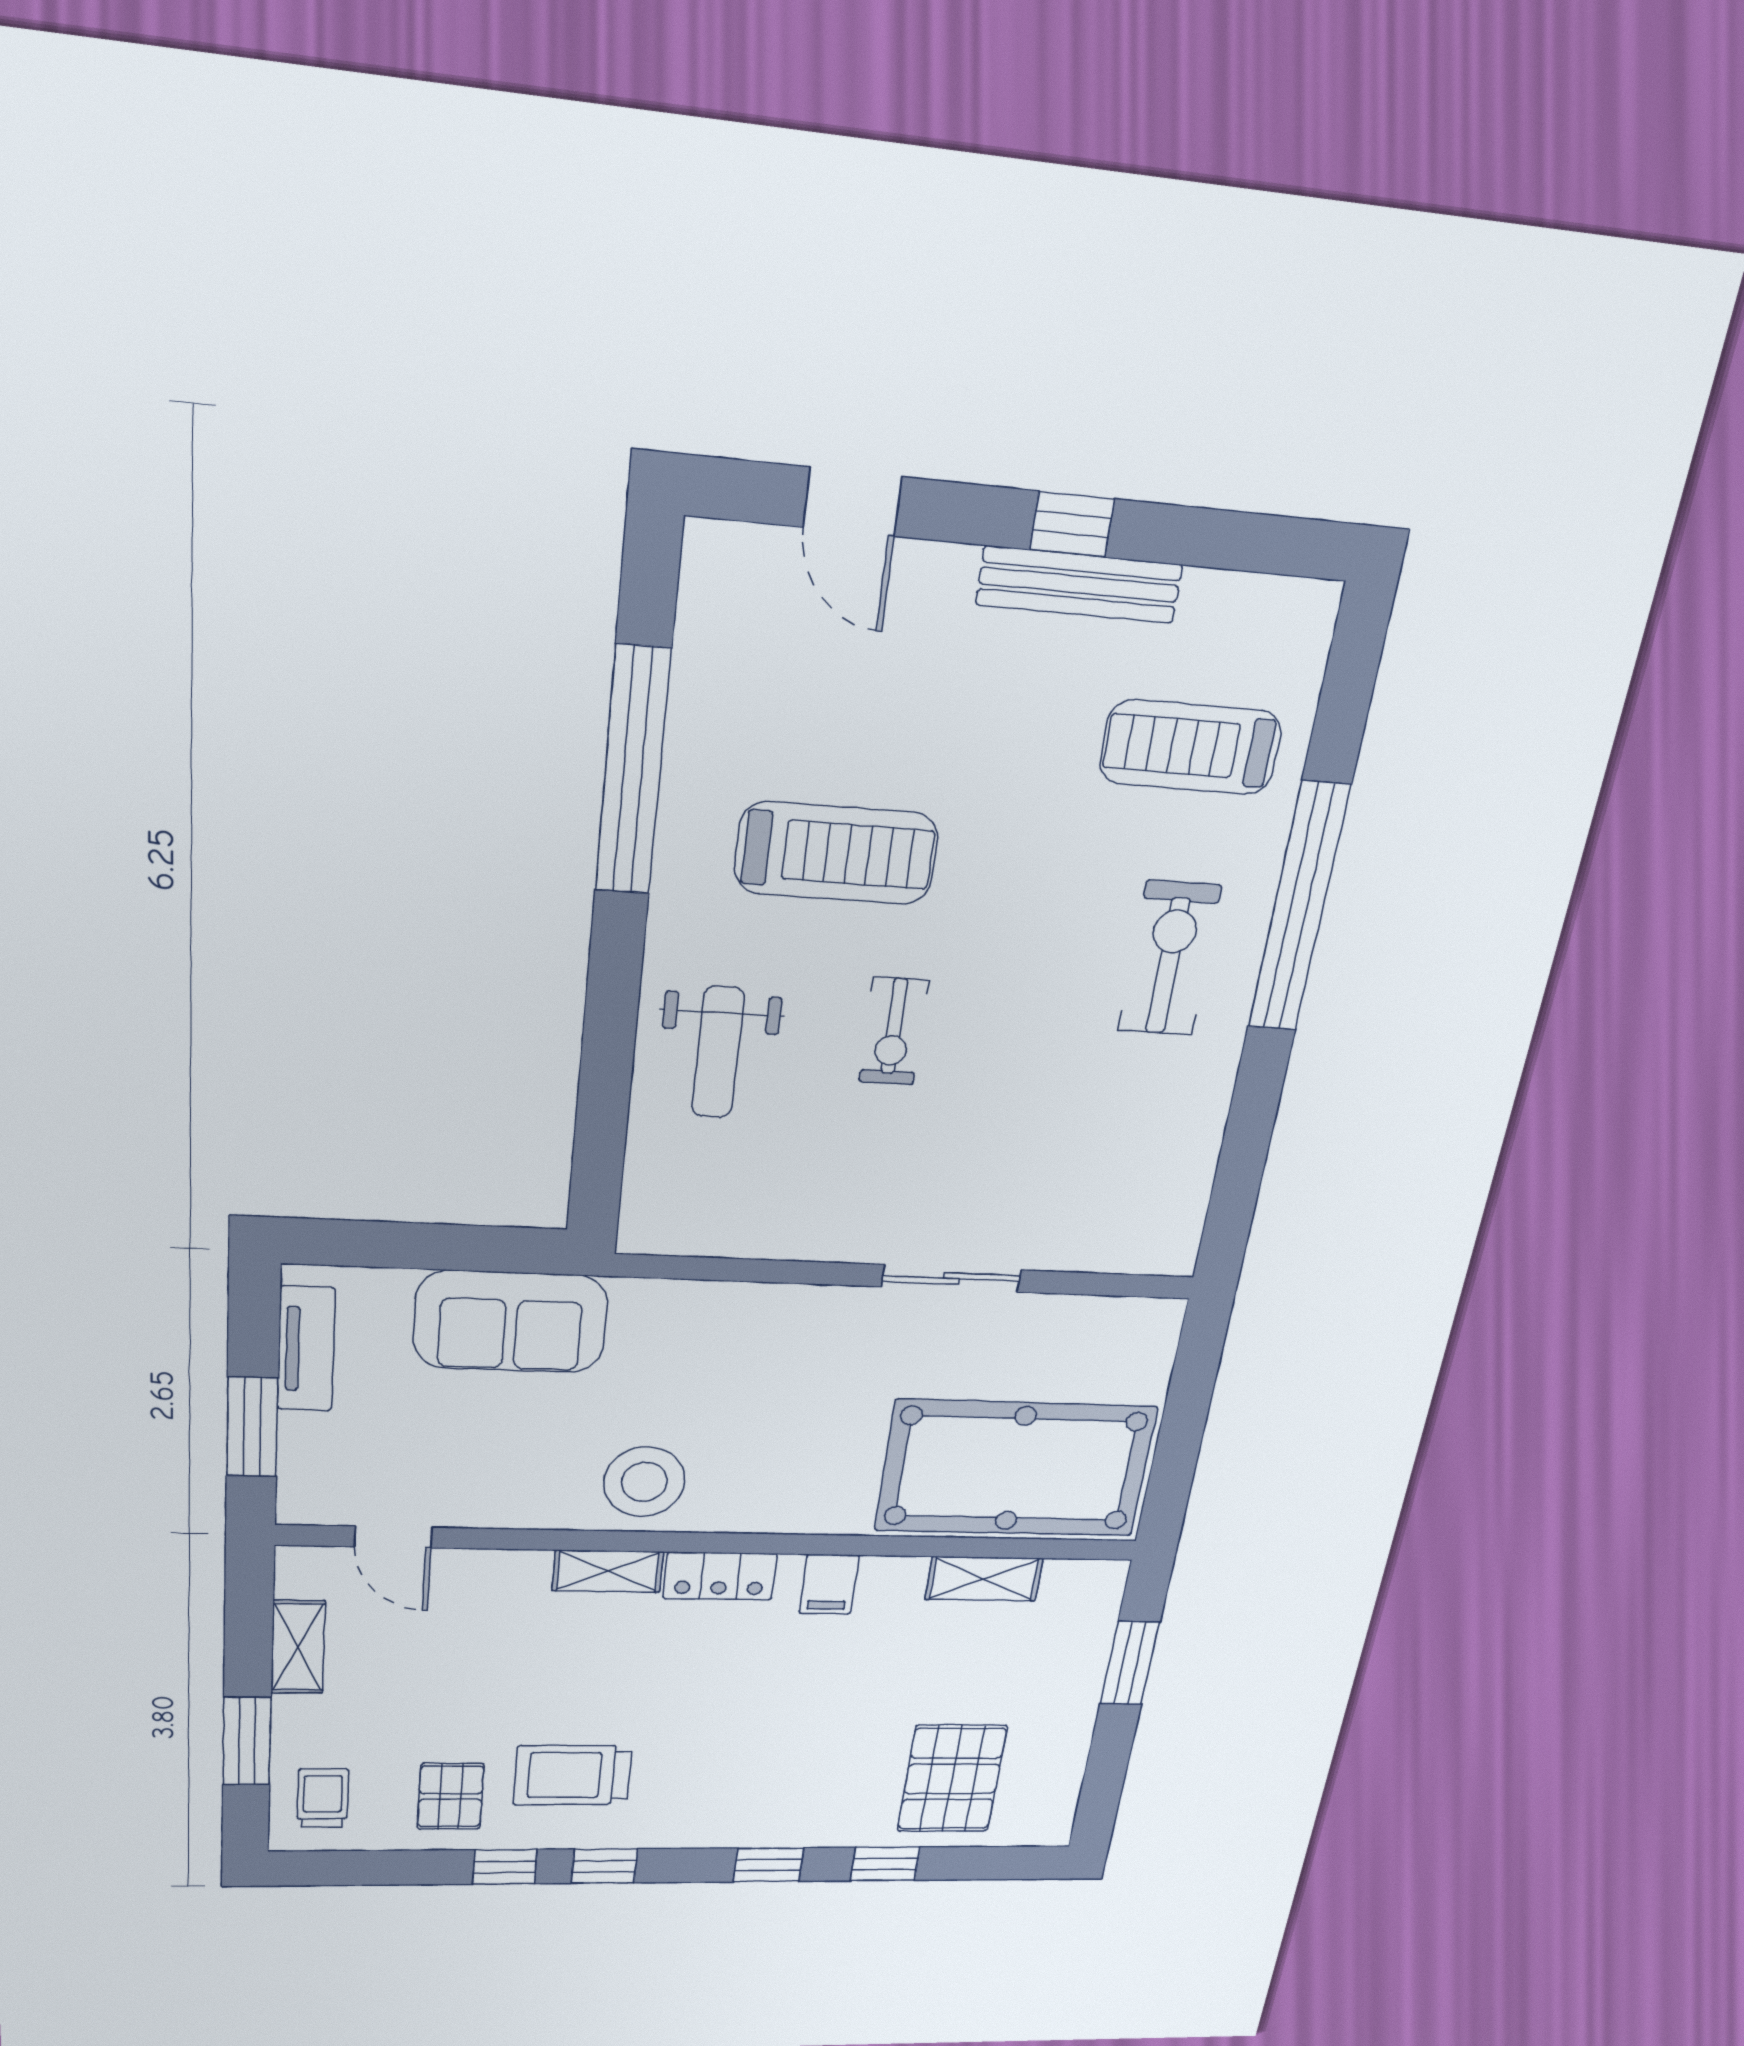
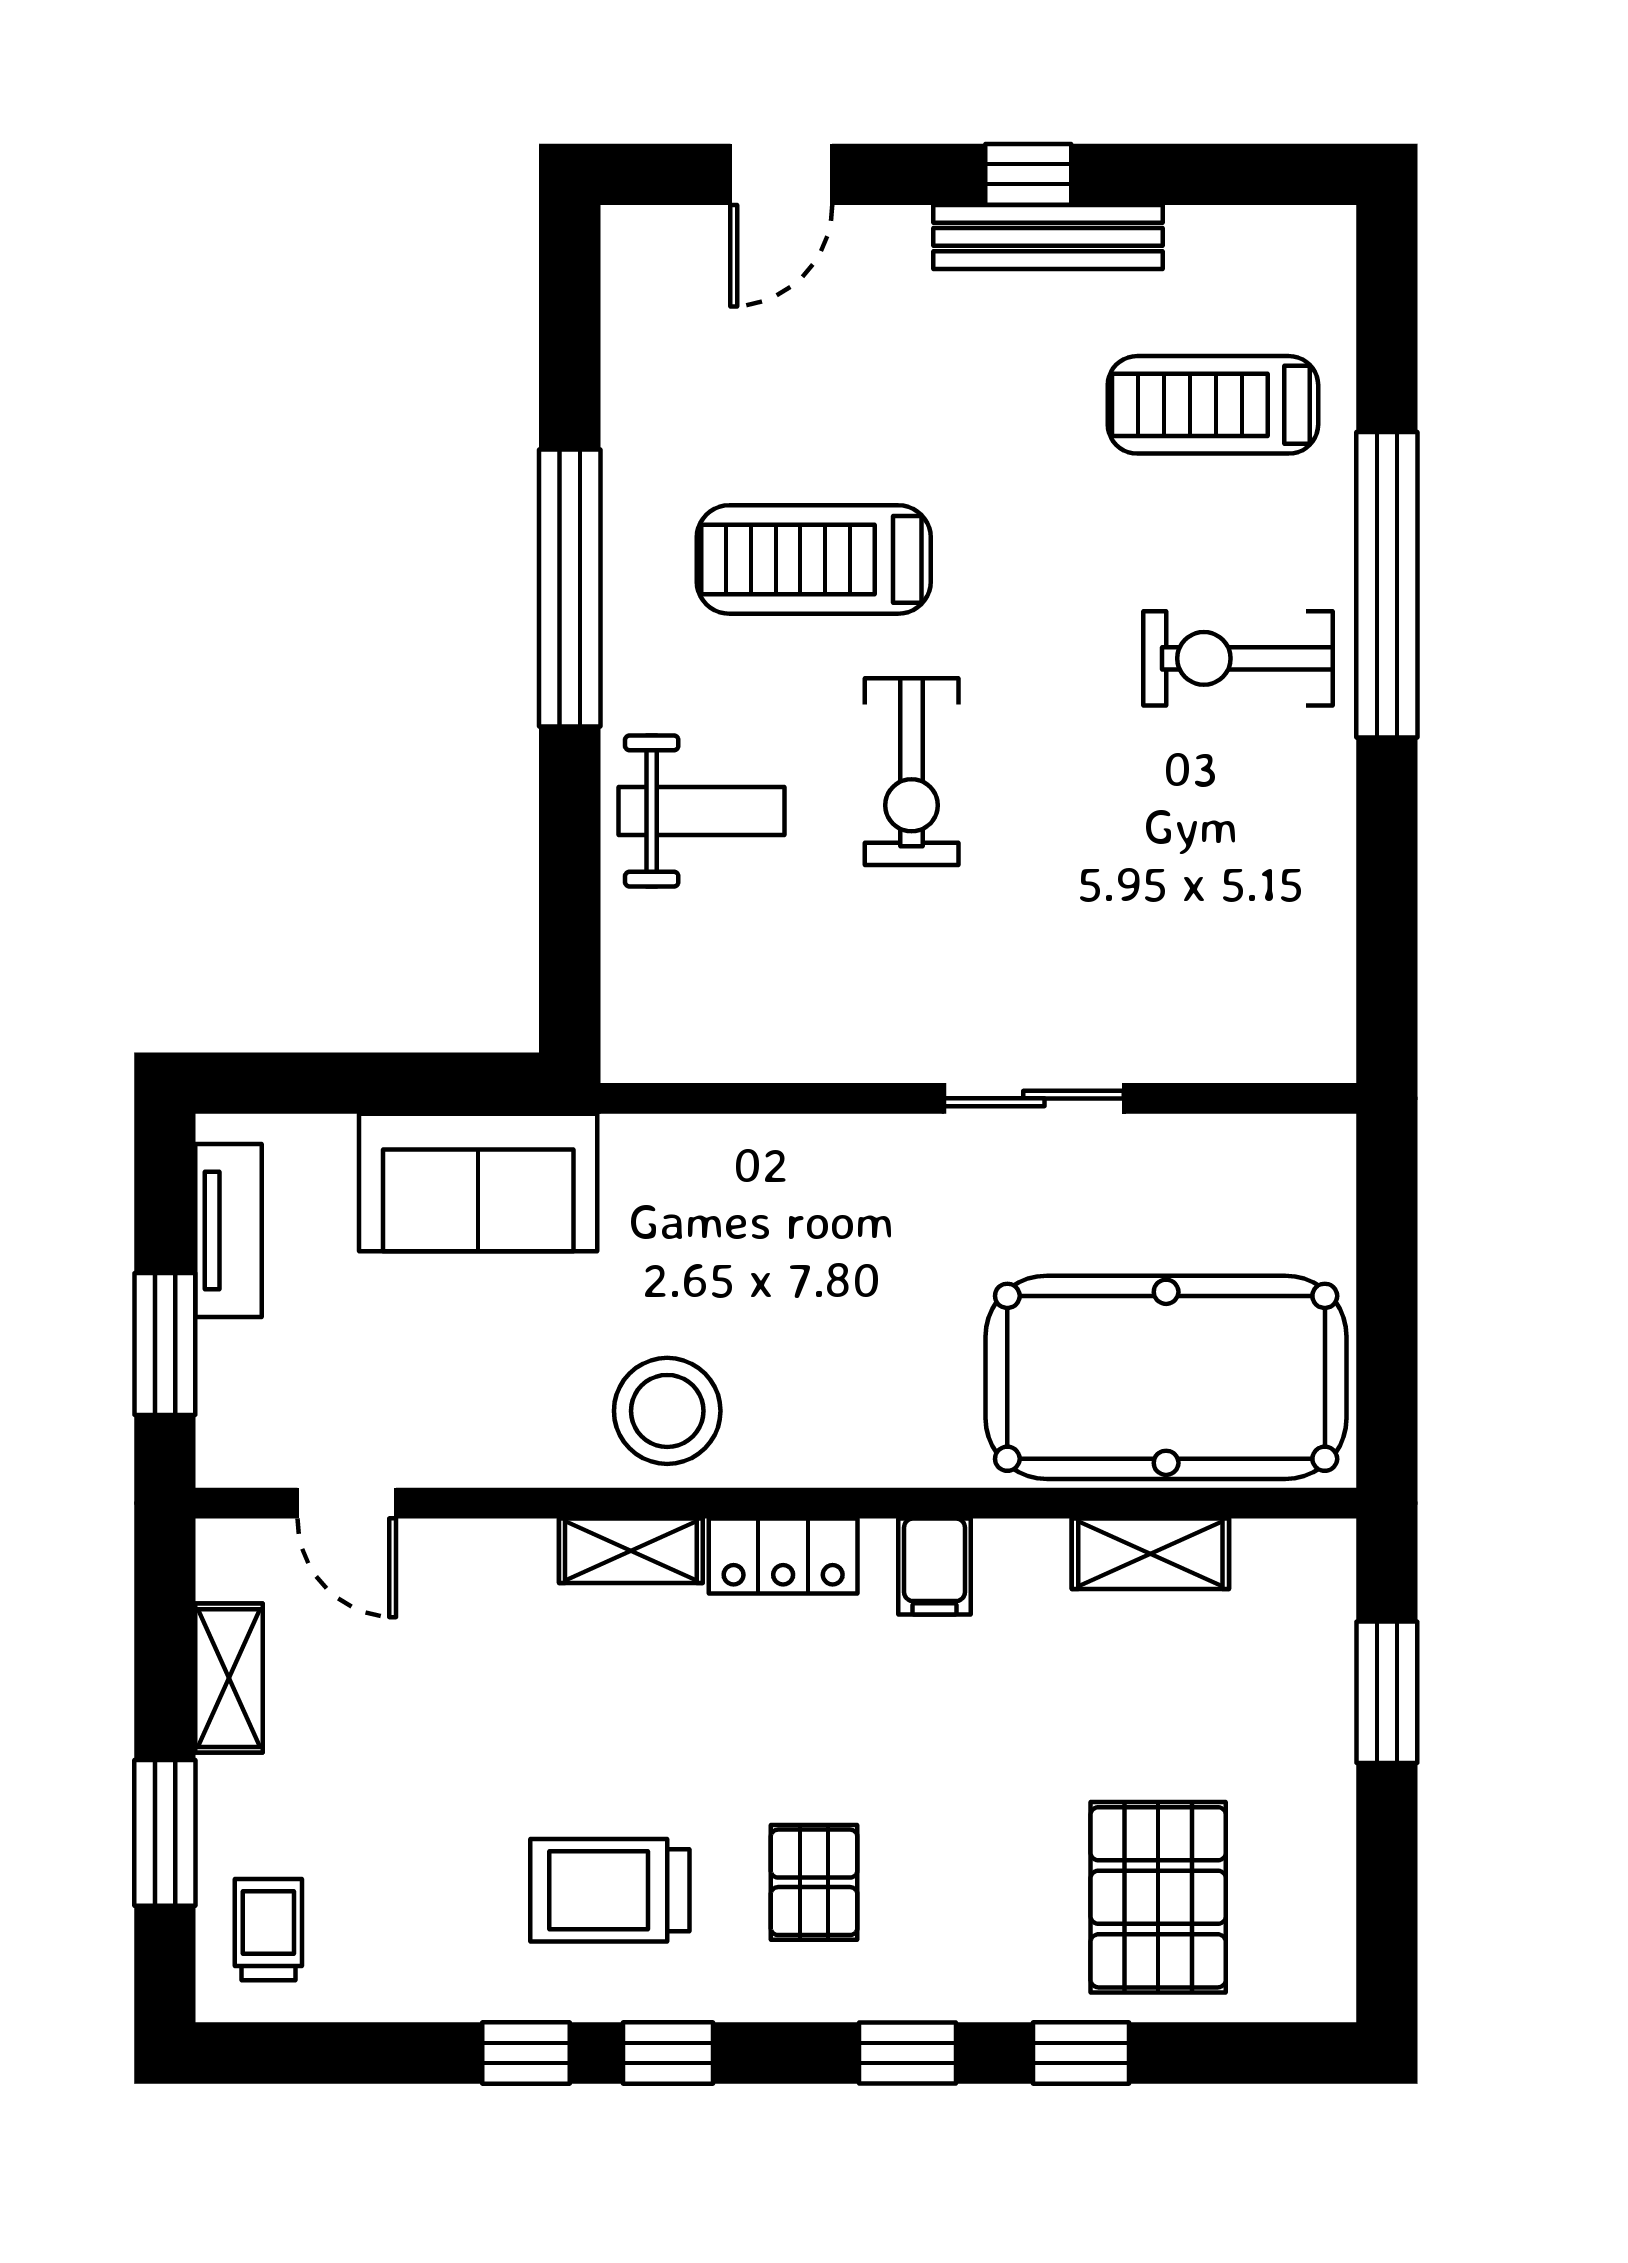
door: (852, 502) -> (781, 174), hinge flipped
window: (633, 771) -> (570, 588), moved
treadmill: (837, 853) -> (814, 559), turned 180
exercise bike: (1169, 959) -> (1238, 658), turned -90
exercise bike: (893, 1031) -> (912, 772), width x1.38, depth x1.39
weight bench: (718, 1052) -> (701, 811), turned -90
pallet: (451, 1796) -> (814, 1882), moved

